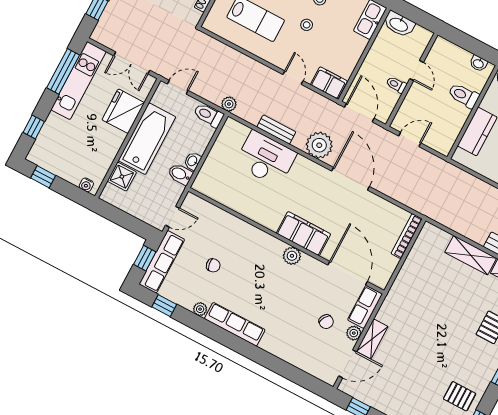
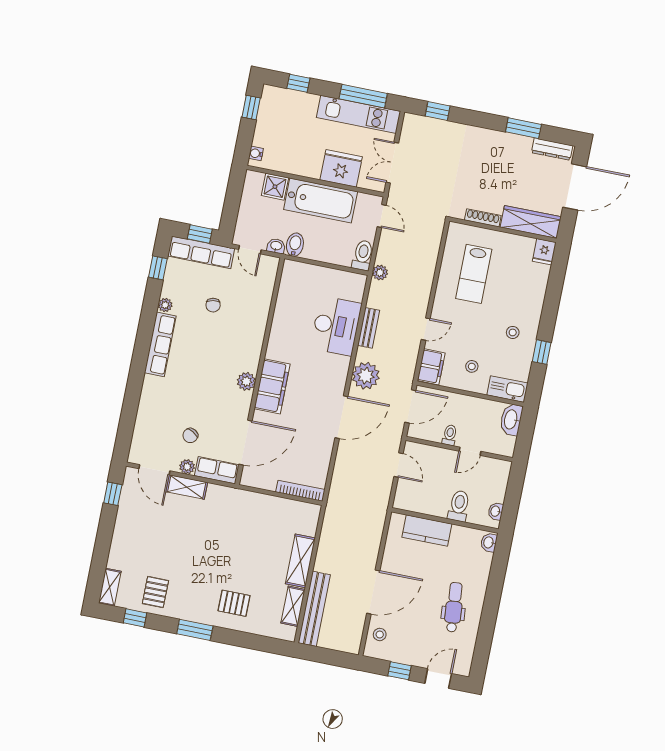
stool: (307, 25) -> (472, 366), moved
washbasin: (193, 161) -> (276, 246), moved

